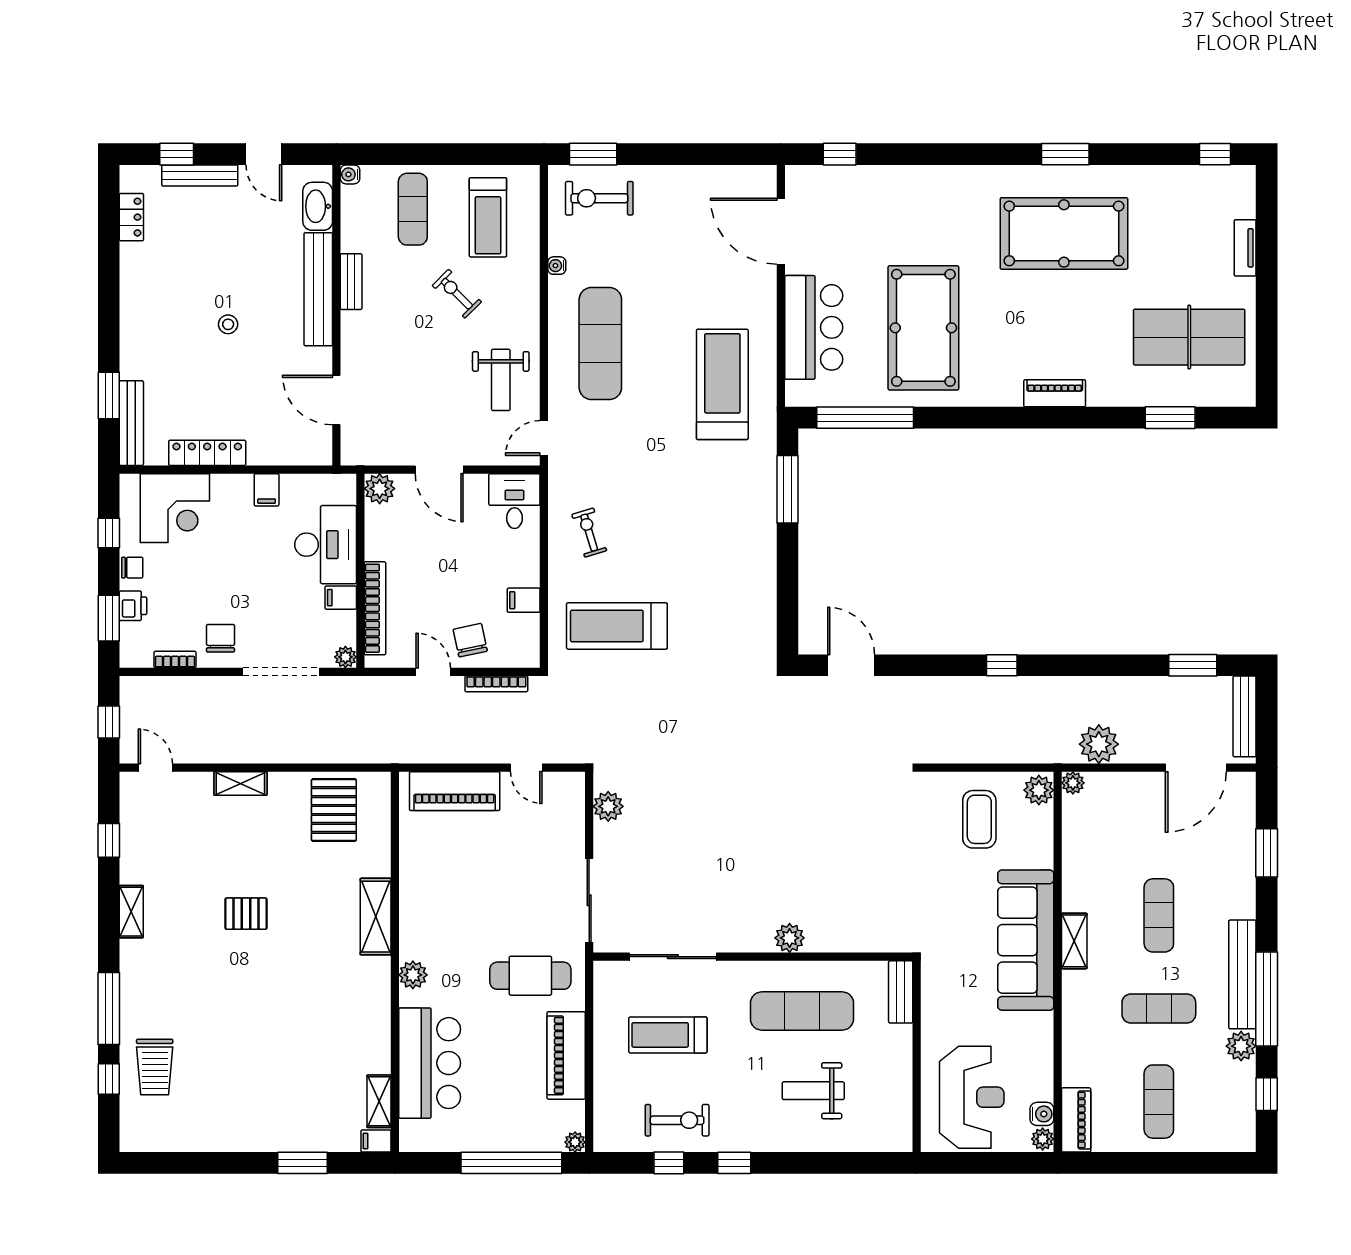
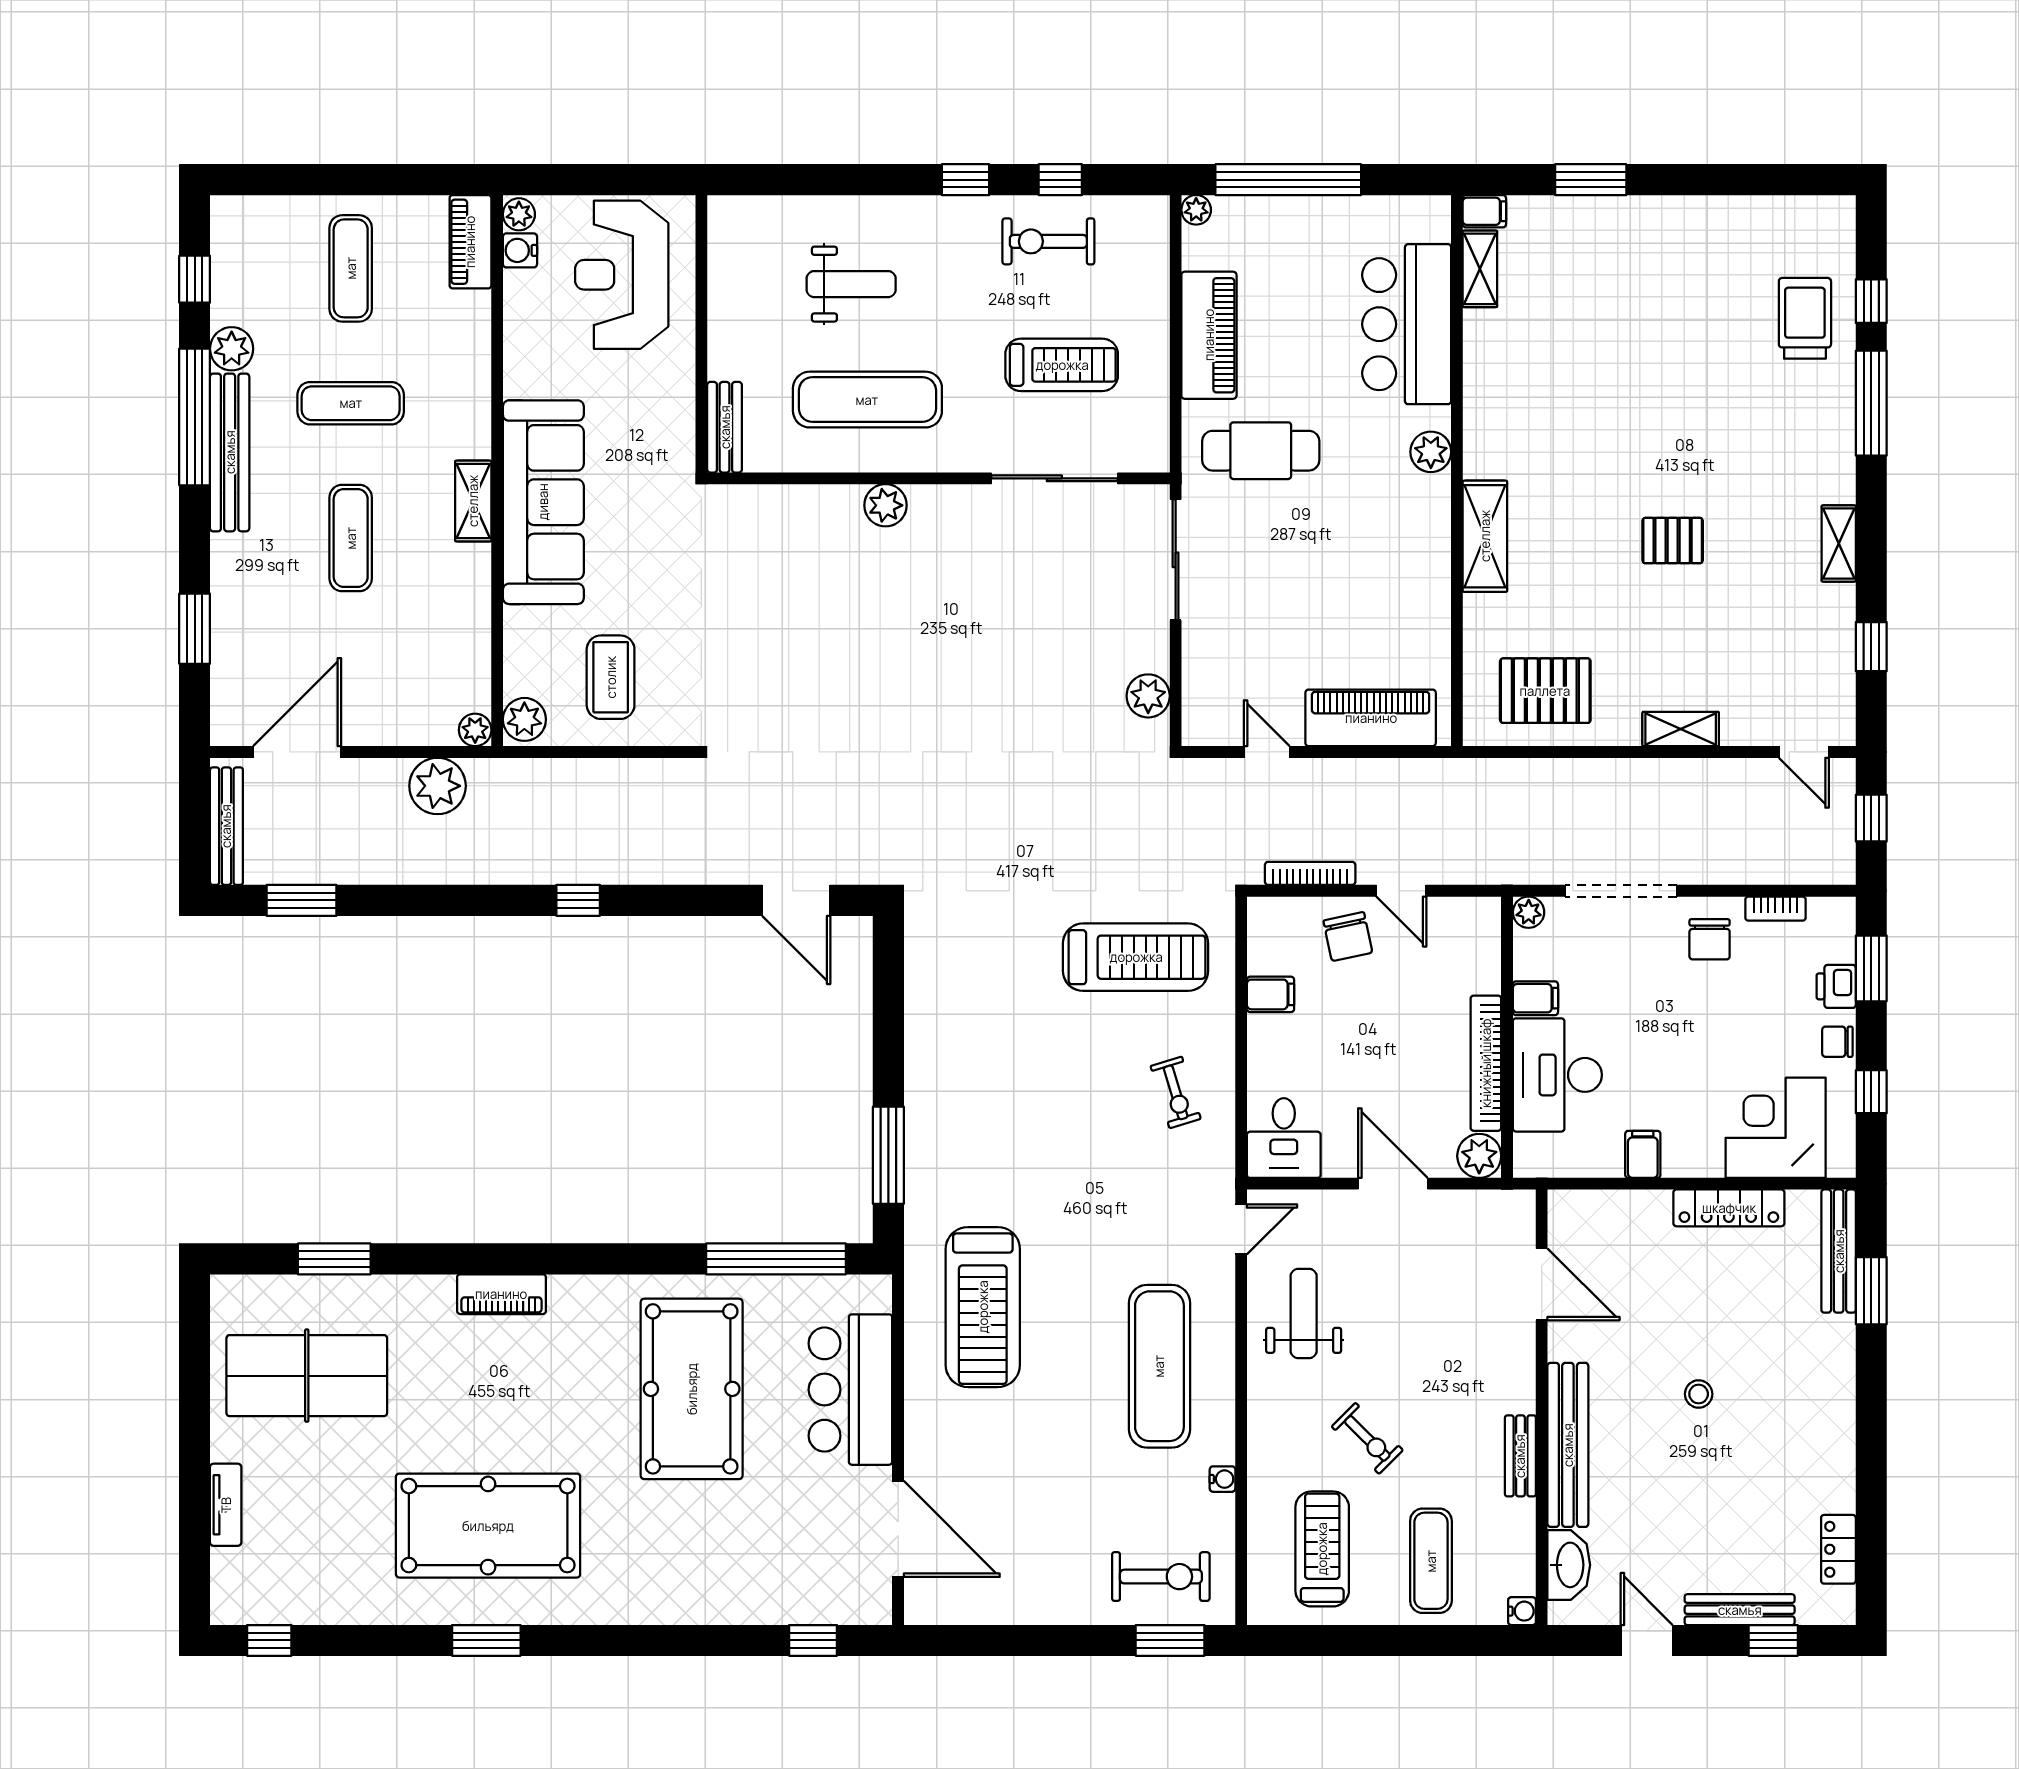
bookcase: (375, 608) -> (1486, 1063), moved
pallet: (334, 810) -> (1545, 691), turned 90

